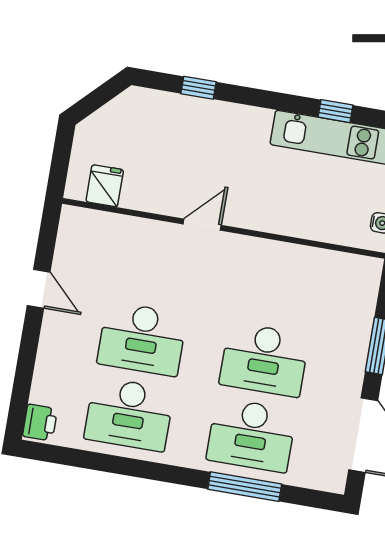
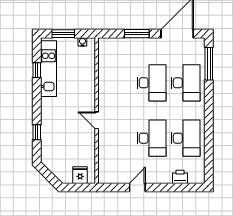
fridge: (105, 186) -> (80, 175), moved, turned 90
printer: (40, 423) -> (180, 177), moved
window: (245, 487) -> (209, 64), moved

